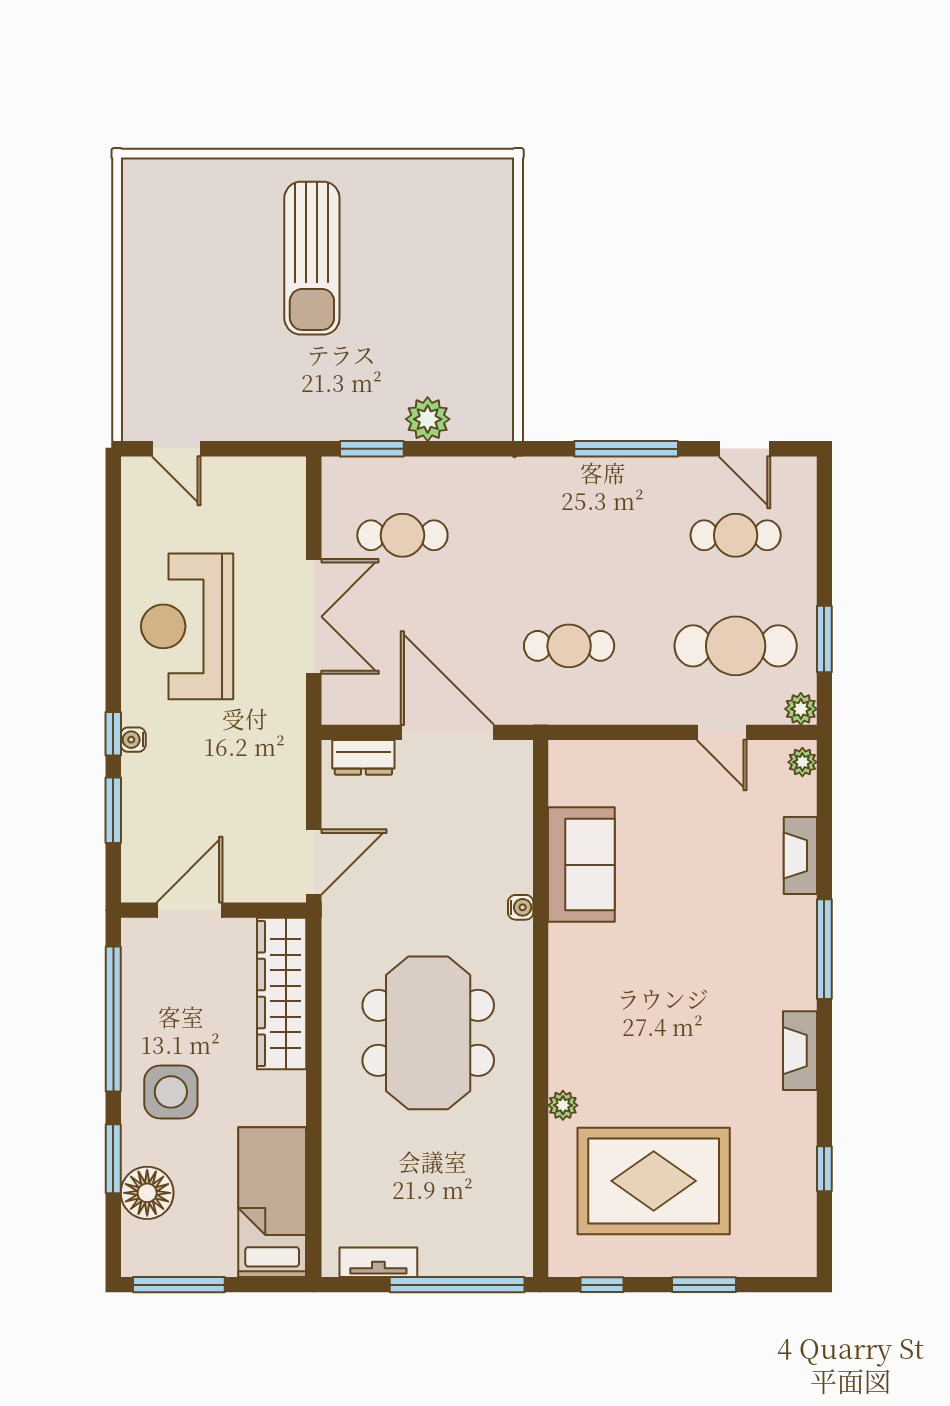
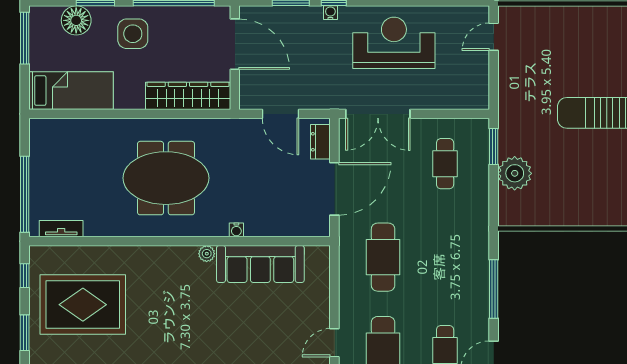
plant: (428, 419) -> (515, 173), width x1.36, depth x1.36
double door: (314, 617) -> (378, 114), moved
cafe table: (569, 646) -> (383, 257), width x1.37, depth x1.35
door: (314, 862) -> (280, 114), moved
sofa: (581, 865) -> (260, 264), width x1.36
door: (189, 910) -> (235, 44), width x1.36
plant: (563, 1105) -> (207, 254), moved
rug: (654, 1181) -> (83, 305), turned 90
tv unit: (378, 1262) -> (61, 229), moved, turned -90

